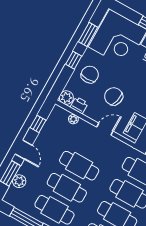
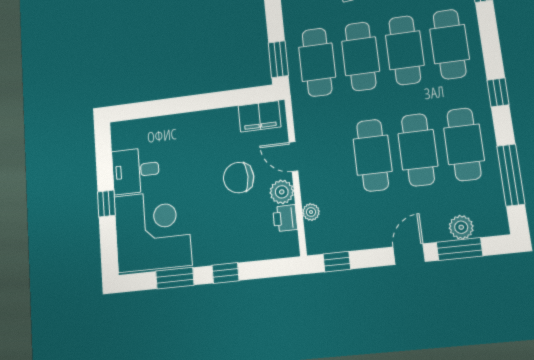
chair: (90, 75) -> (231, 234), removed
chair: (114, 96) -> (239, 178), turned 76
plant: (66, 98) -> (282, 192), moved
window: (38, 124) -> (337, 262), moved

